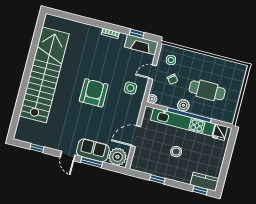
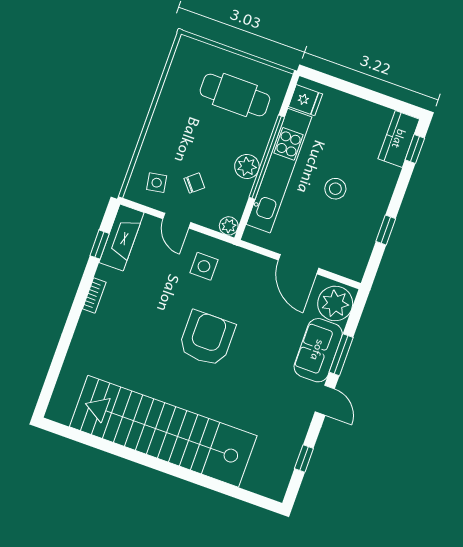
cafe table: (207, 90) -> (235, 95), moved, turned 90
armchair: (94, 93) -> (207, 338), turned 90
door: (68, 156) -> (325, 400), hinge flipped

